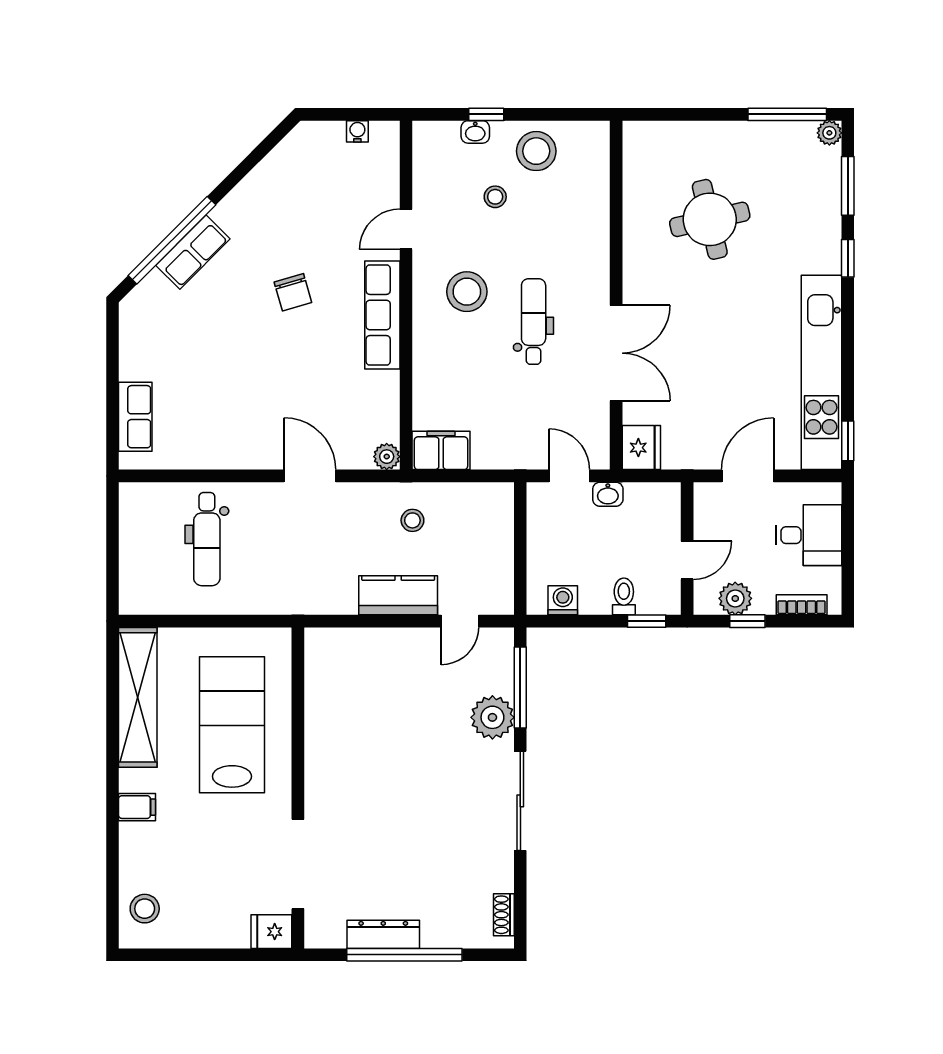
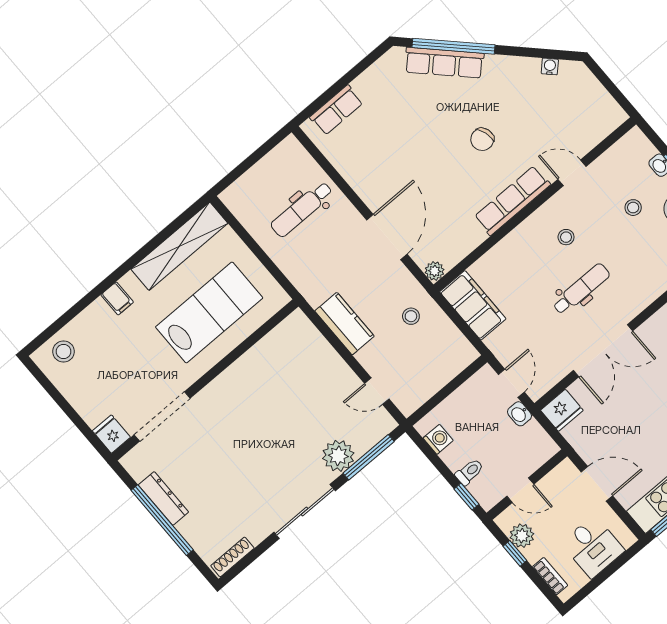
water cooler: (357, 131) -> (550, 66), moved, turned -45
row of seats: (193, 252) -> (444, 63), width x1.48
stool: (467, 292) -> (566, 237), width x0.53, depth x0.53
filing cabinet: (441, 450) -> (473, 305), width x1.50, depth x1.17
door: (310, 476) -> (387, 237), width x1.36
kitchen counter: (398, 595) -> (344, 324), moved
shoe rack: (504, 915) -> (232, 557), width x1.43

